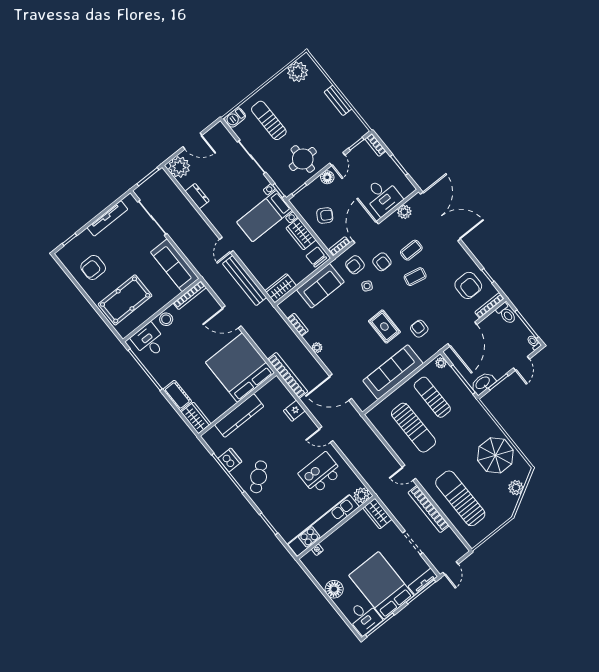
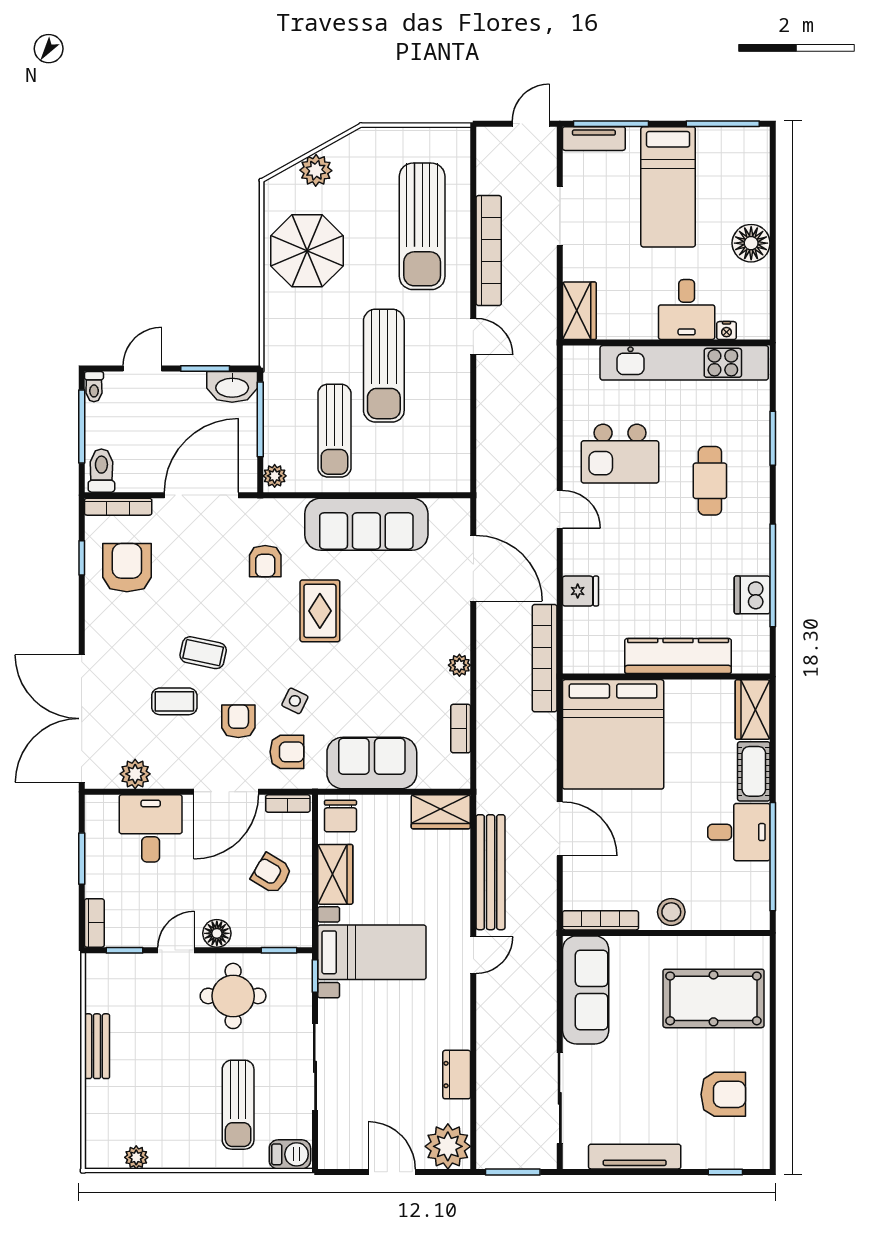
plant: (298, 72) -> (136, 1157), width x0.53, depth x0.53
desk: (149, 341) -> (739, 832), moved, turned -90
sun lounger: (413, 428) -> (384, 366), moved, turned 180
cafe table: (259, 477) -> (710, 481), moved, turned -51
plant: (362, 495) -> (581, 362), removed
bed: (381, 585) -> (668, 187), width x0.67
desk: (364, 617) -> (687, 310), moved, turned 180

